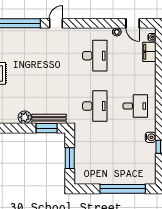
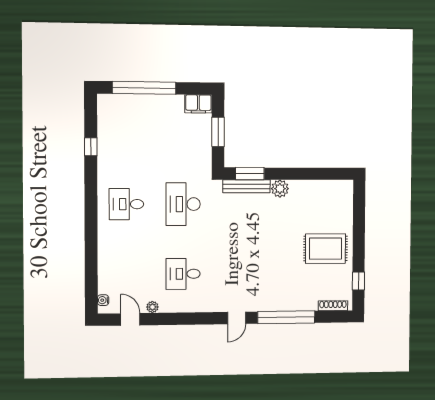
filing cabinet: (149, 52) -> (198, 104), moved, turned 90
desk: (95, 56) -> (183, 274), width x0.73
water cooler: (151, 137) -> (105, 160), removed

